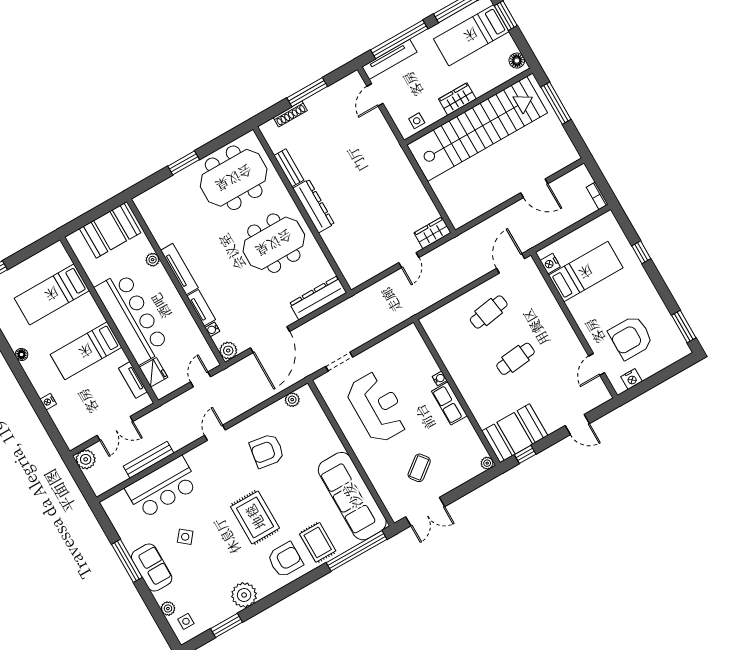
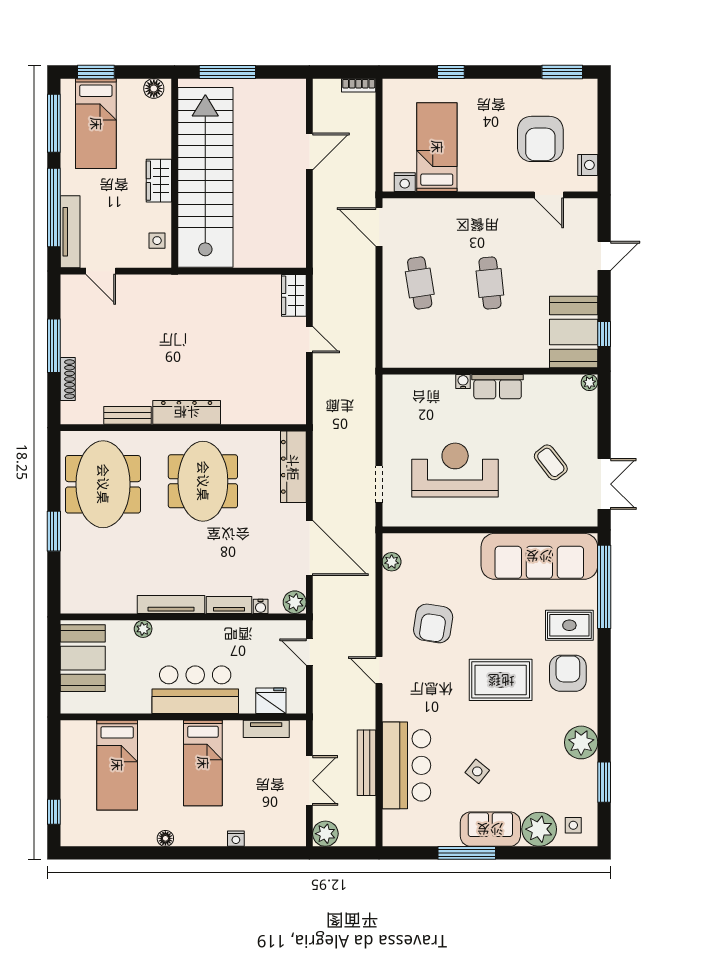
bar counter: (132, 318) -> (195, 690), width x0.73
plant: (168, 609) -> (539, 829), width x1.88, depth x1.88

